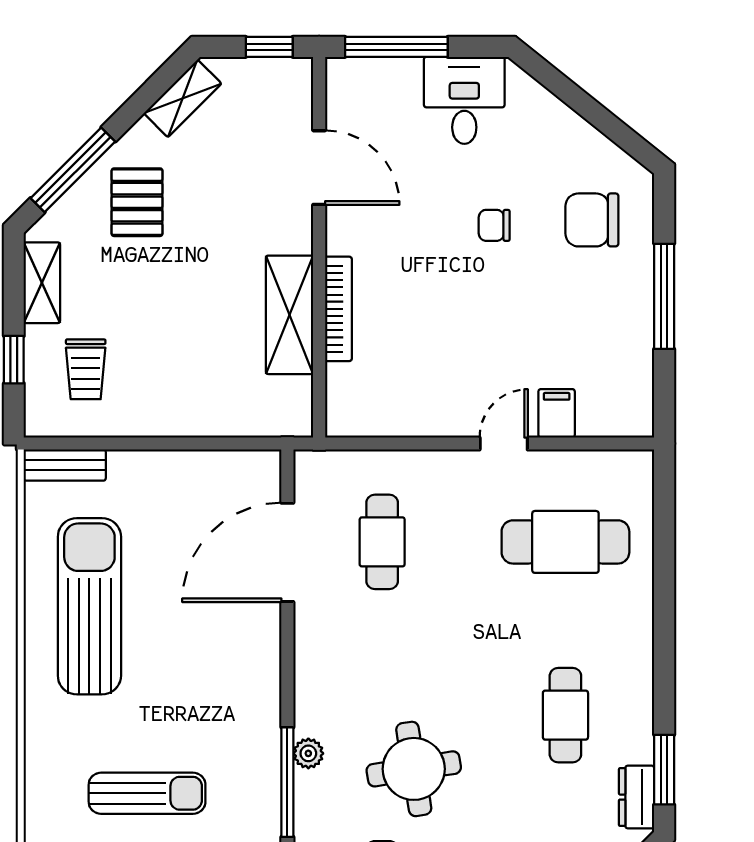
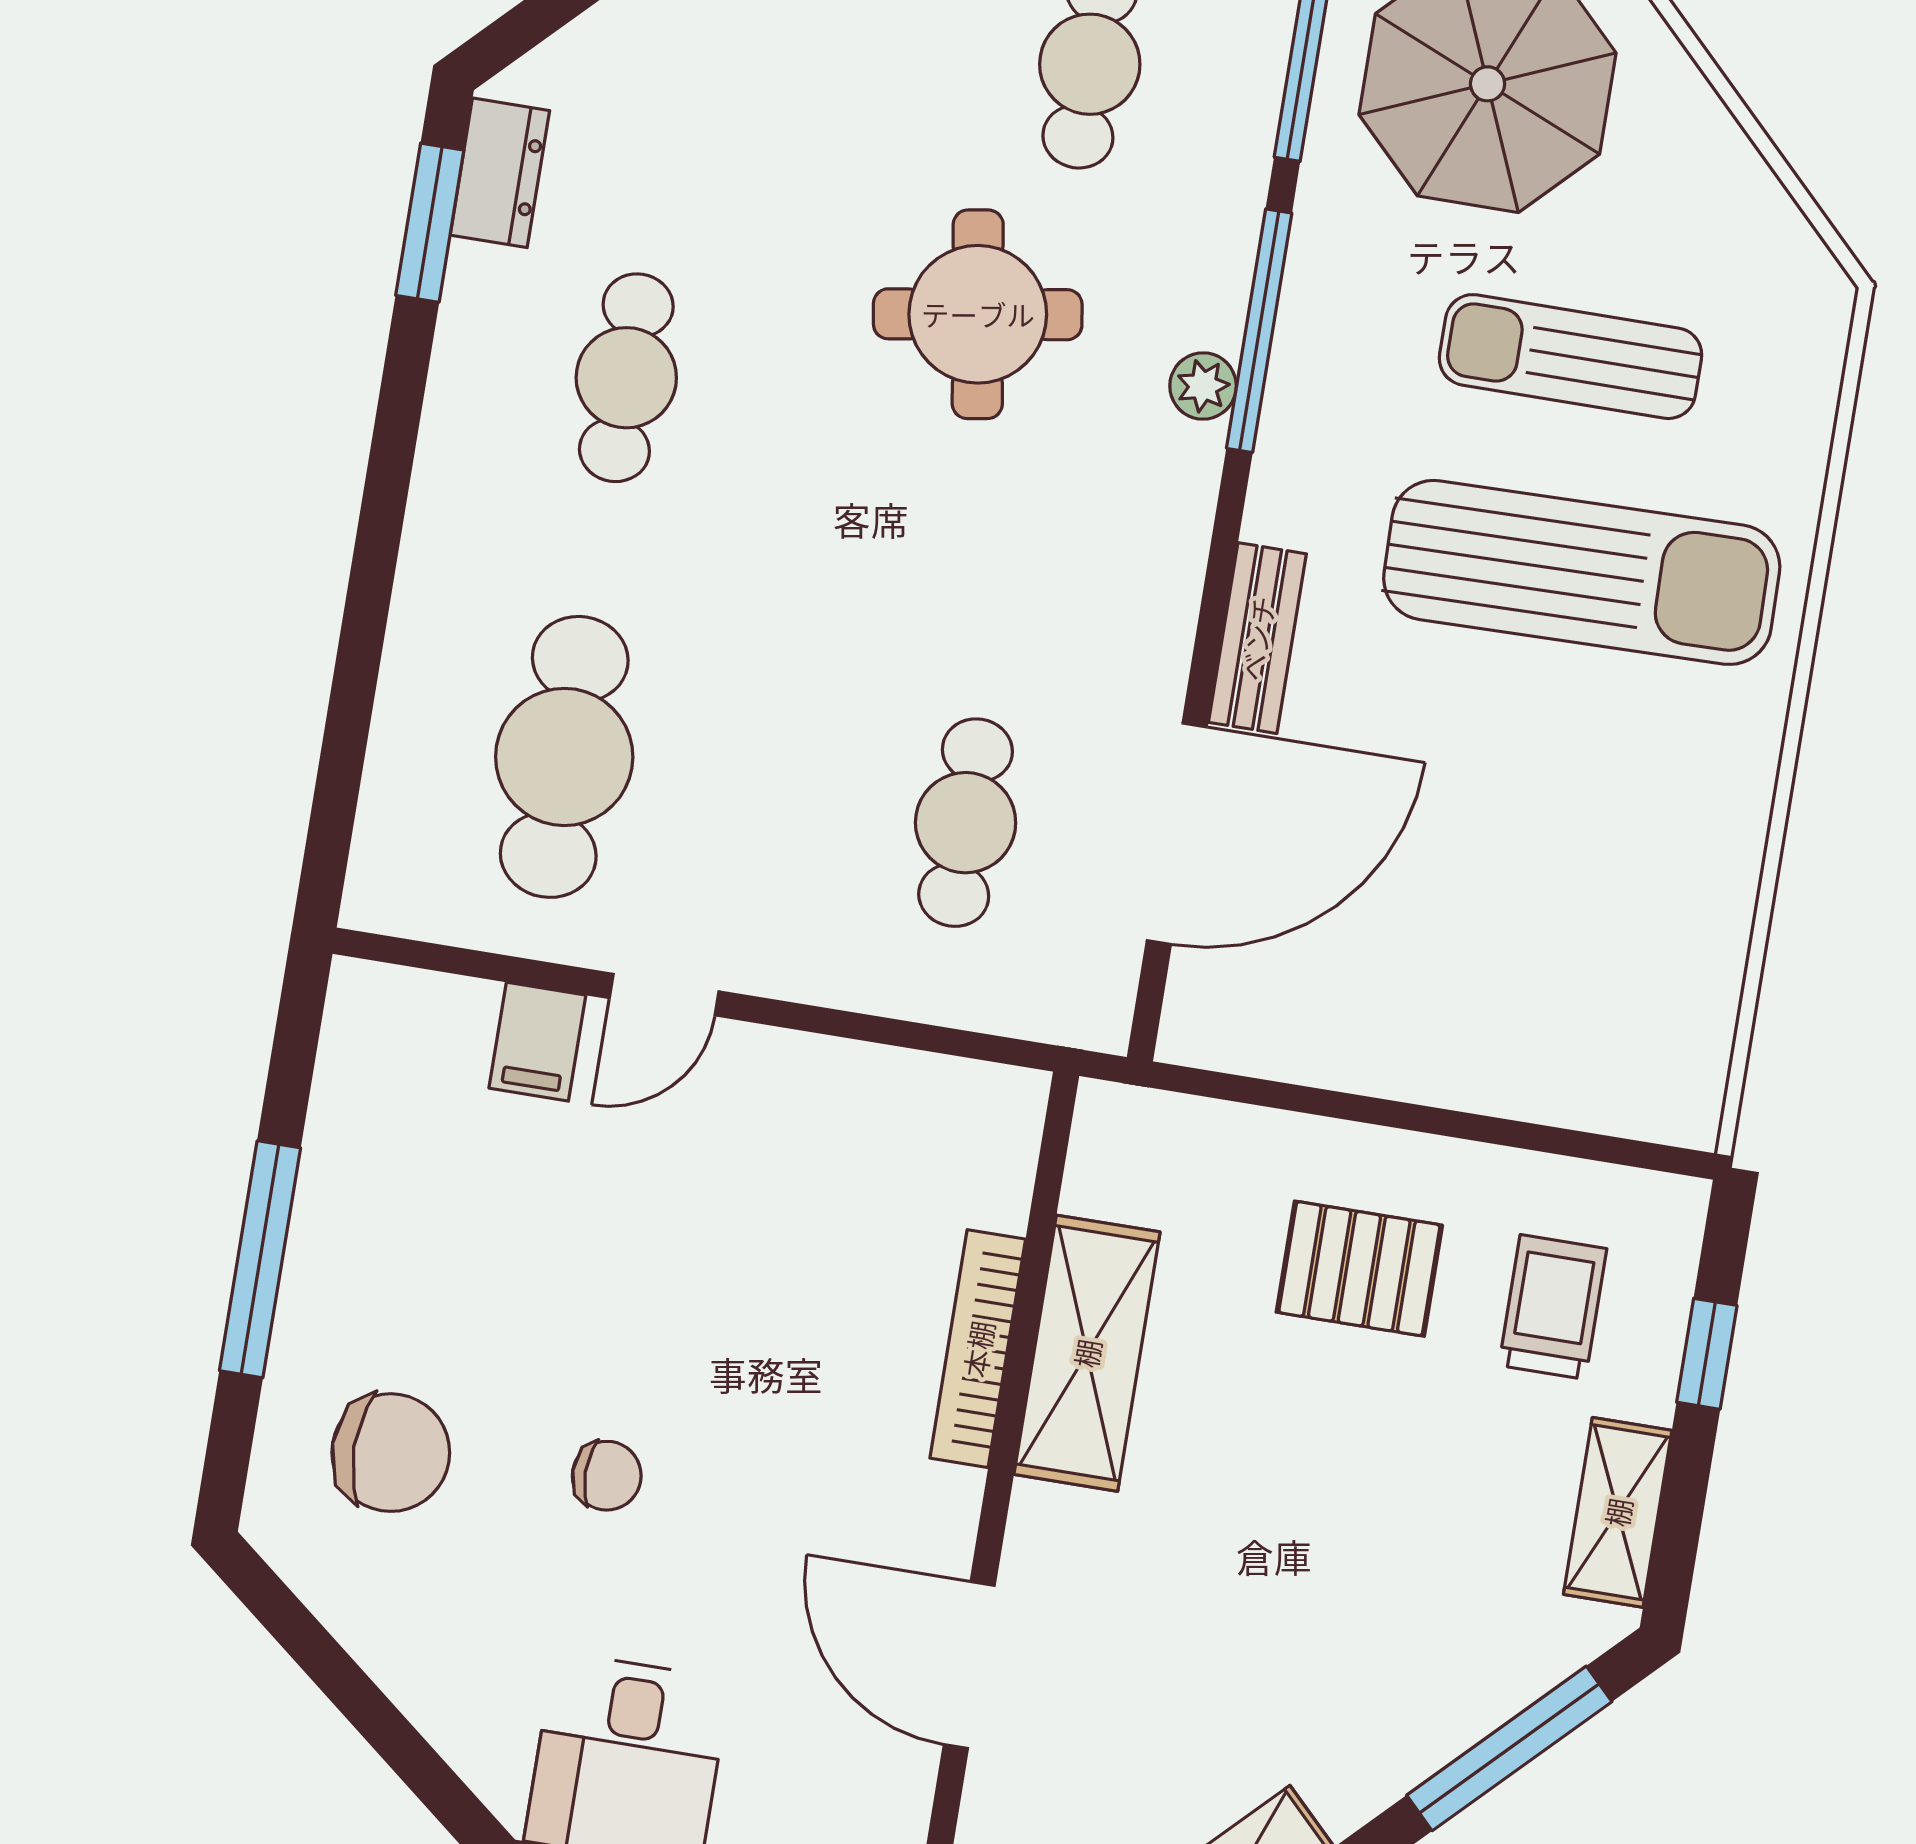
pallet: (137, 202) -> (1359, 1269), moved, turned 90
bench: (65, 465) -> (1257, 638), moved, turned 90
cafe table: (565, 542) -> (564, 757), turned 90
sun lounger: (89, 606) -> (1582, 572), moved, turned -91

